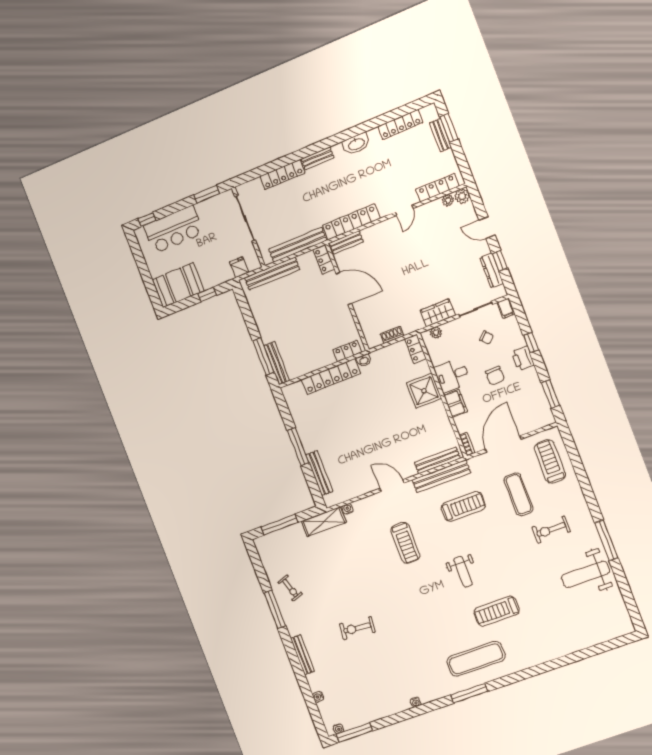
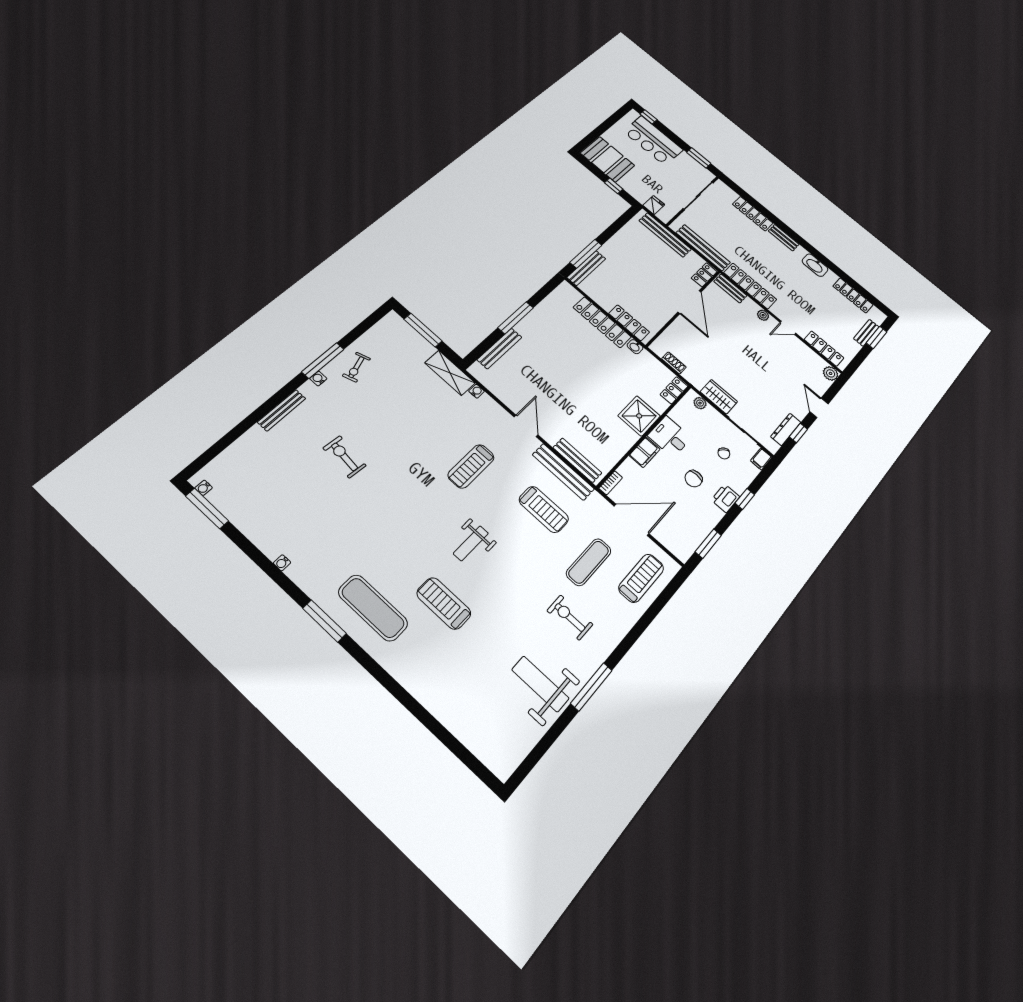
plant: (448, 200) -> (763, 315), moved
locker: (347, 351) -> (629, 323), width x1.53
water cooler: (318, 697) -> (318, 379), moved

